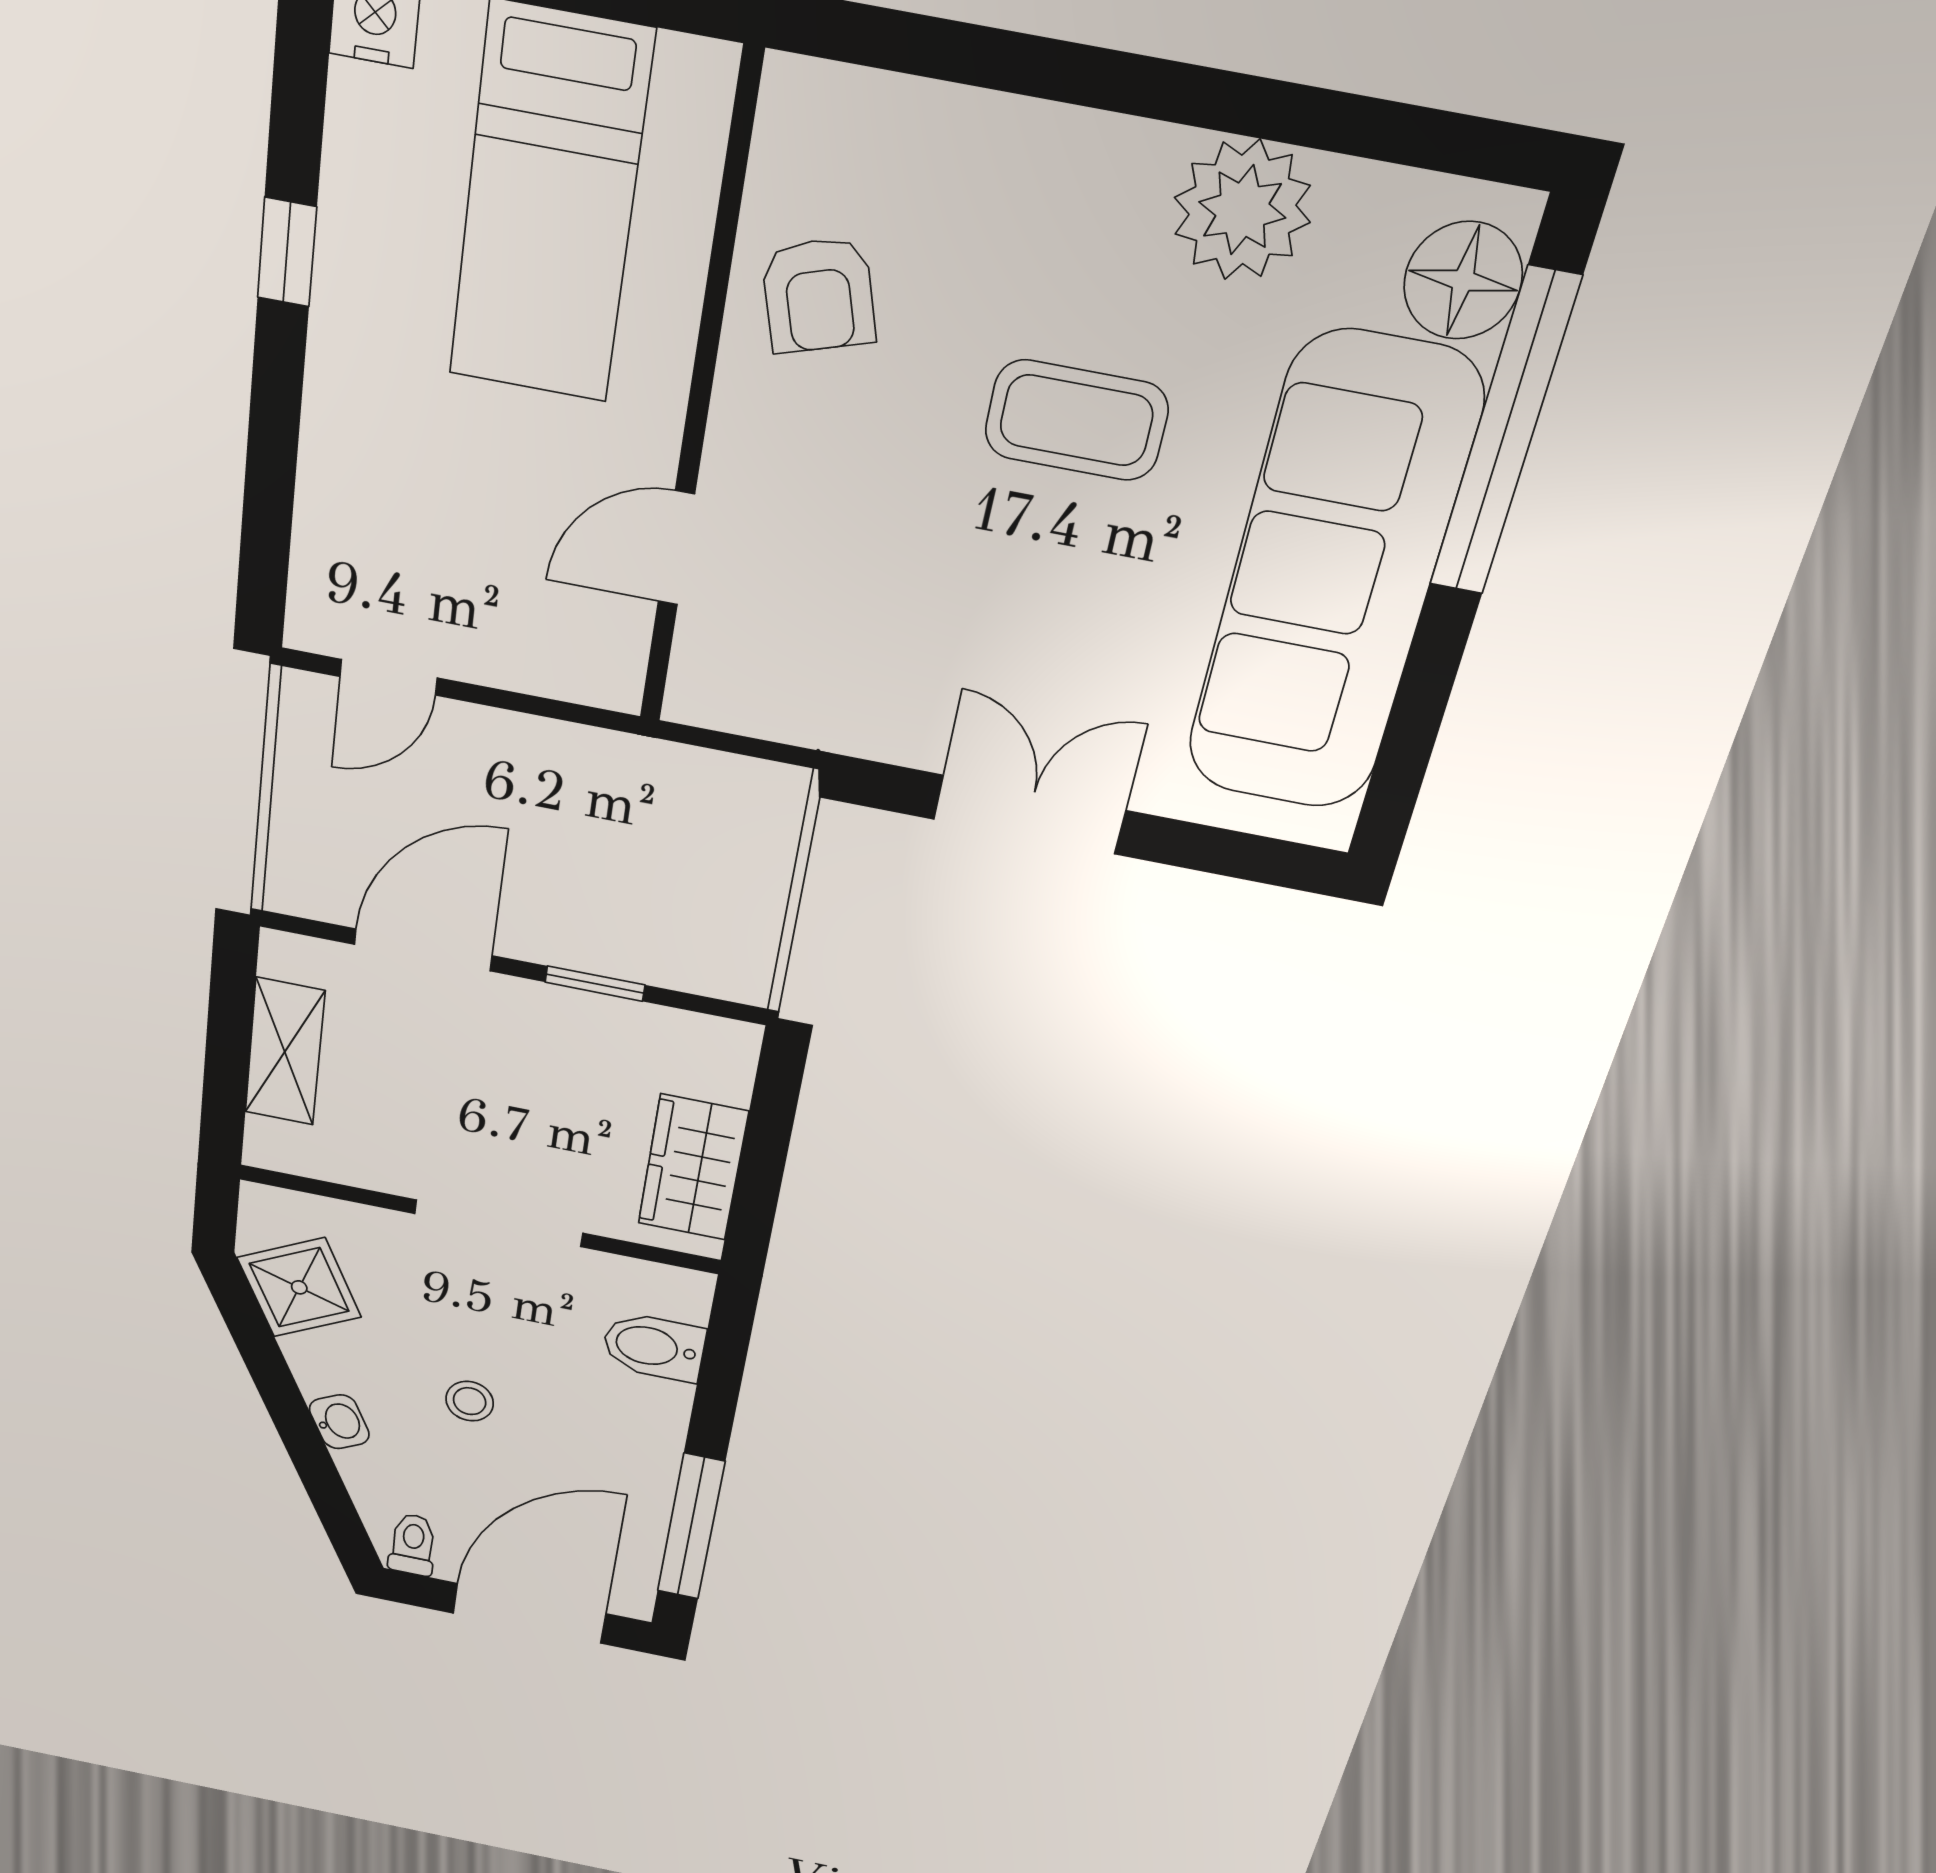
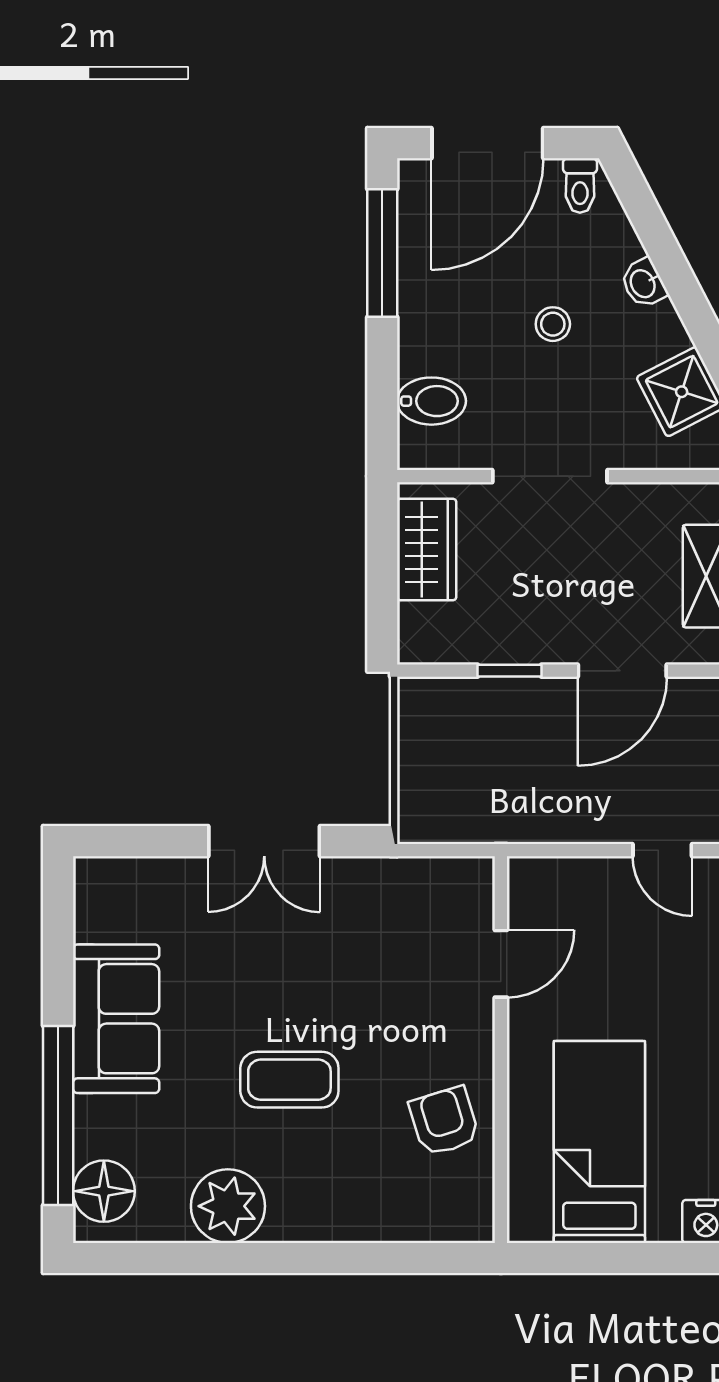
sofa: (1332, 578) -> (116, 1019), width x0.54, depth x0.79
door: (389, 677) -> (662, 850), swing flipped

